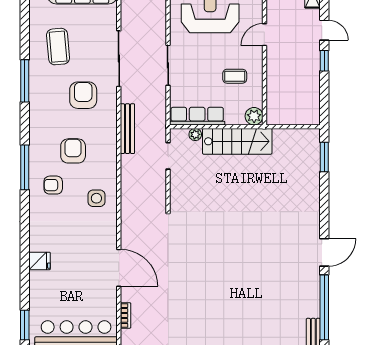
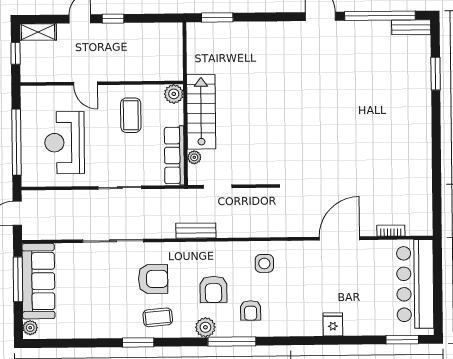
coffee table: (58, 47) -> (158, 317), moved, width x0.73, depth x0.77
coffee table: (235, 76) -> (131, 115), width x1.36, depth x1.30
window: (25, 81) -> (138, 342), width x0.69
armchair: (83, 95) -> (153, 279), turned 180
bench: (127, 129) -> (196, 231), width x0.73
plant: (38, 143) -> (205, 327), added
armchair: (73, 151) -> (213, 289), turned -90

